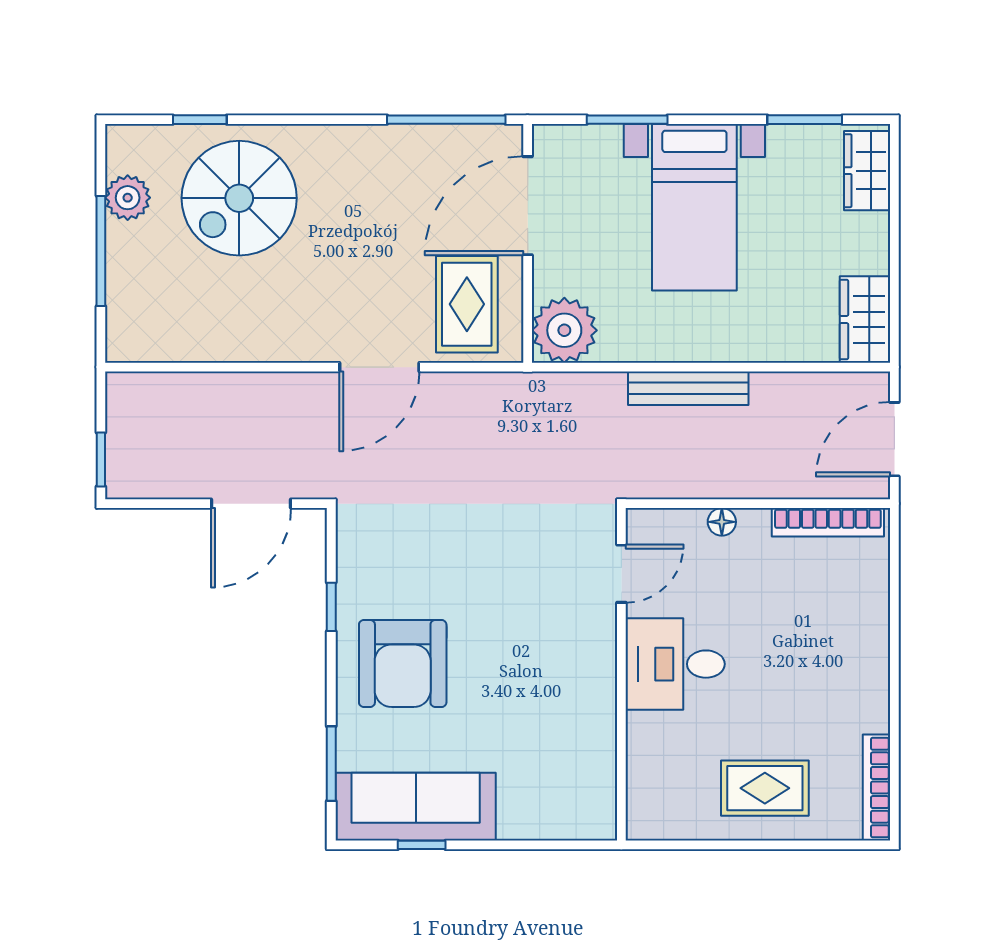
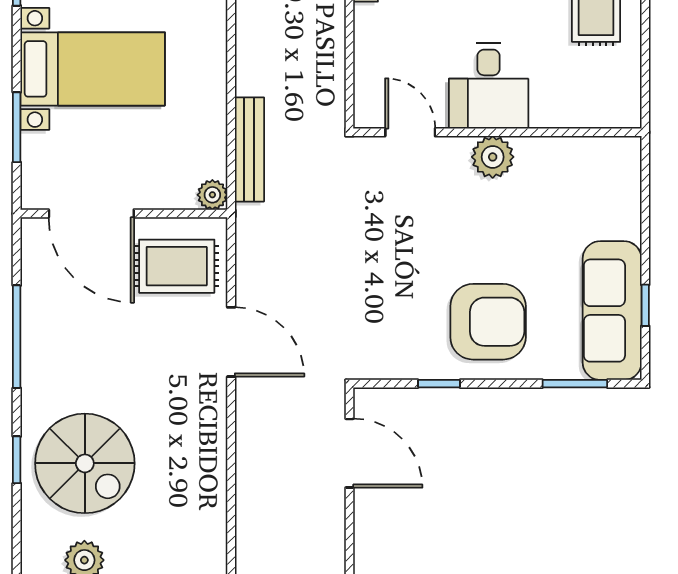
window: (200, 120) -> (17, 460), moved
window: (446, 120) -> (17, 337), moved
plant: (564, 330) -> (212, 195), width x0.53, depth x0.53
bench: (688, 388) -> (249, 149), moved
floor lamp: (722, 522) -> (365, 45), removed
plant: (593, 669) -> (493, 157), added

